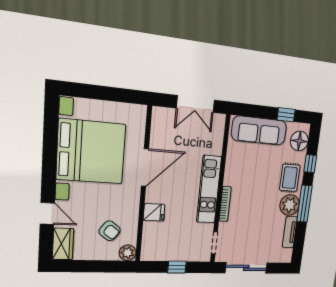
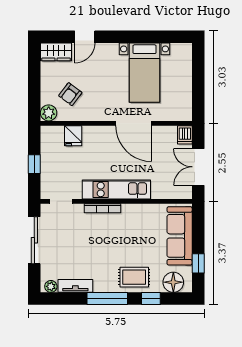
dishwasher: (161, 114) -> (185, 135), added
bed with nightstands: (91, 152) -> (145, 73), width x0.54
plant: (290, 205) -> (51, 286), moved, width x0.53, depth x0.53
fridge: (154, 212) -> (73, 136), moved

